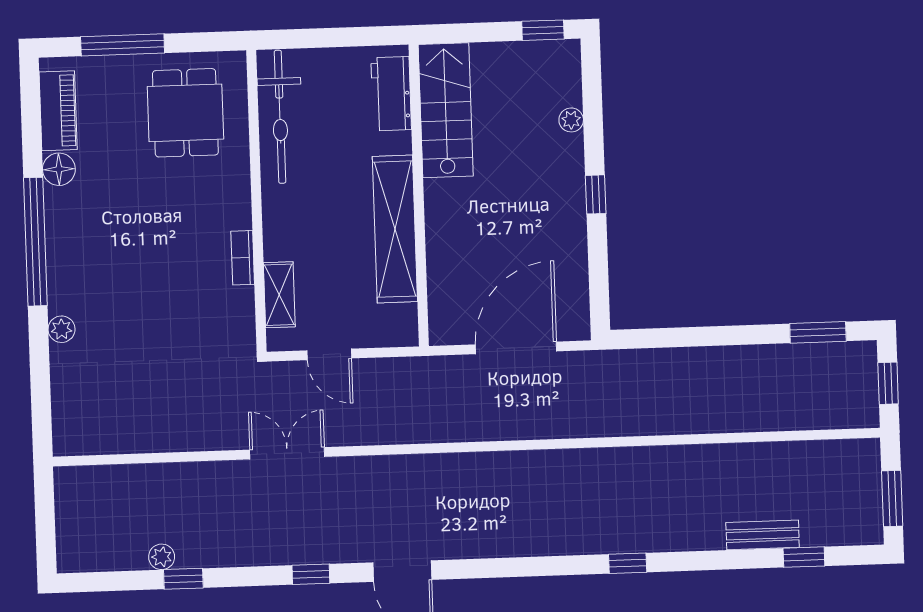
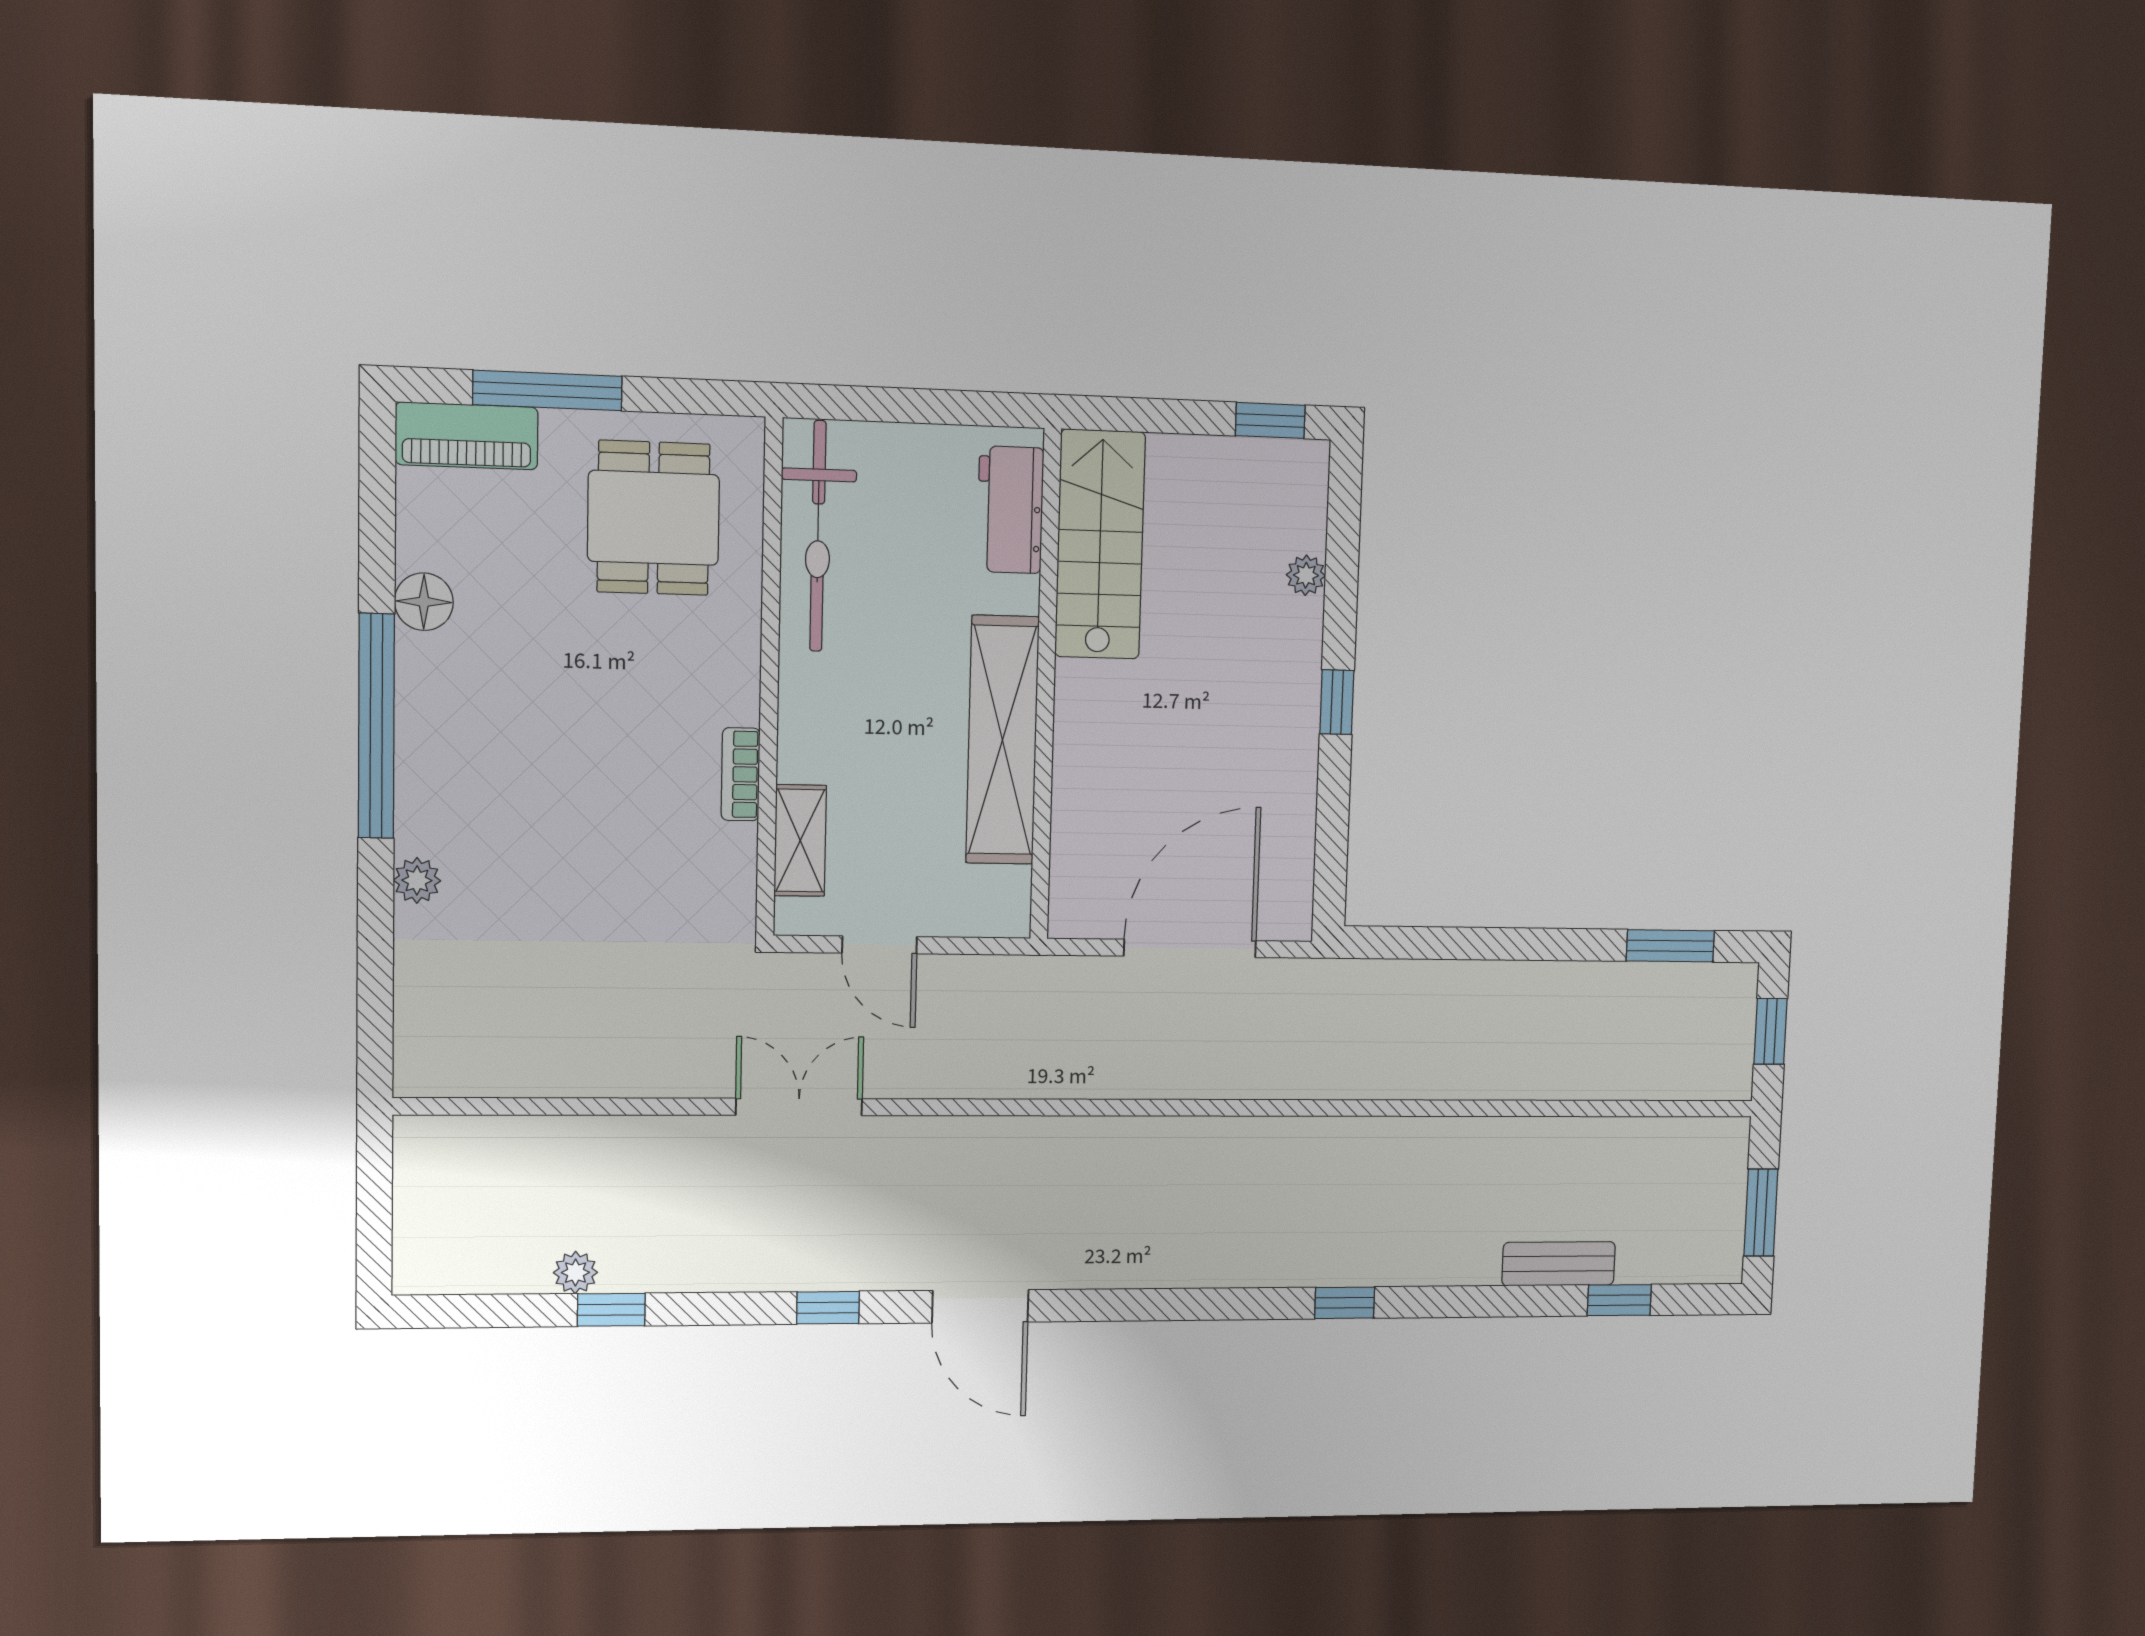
piano: (58, 111) -> (467, 436), moved, turned 90

